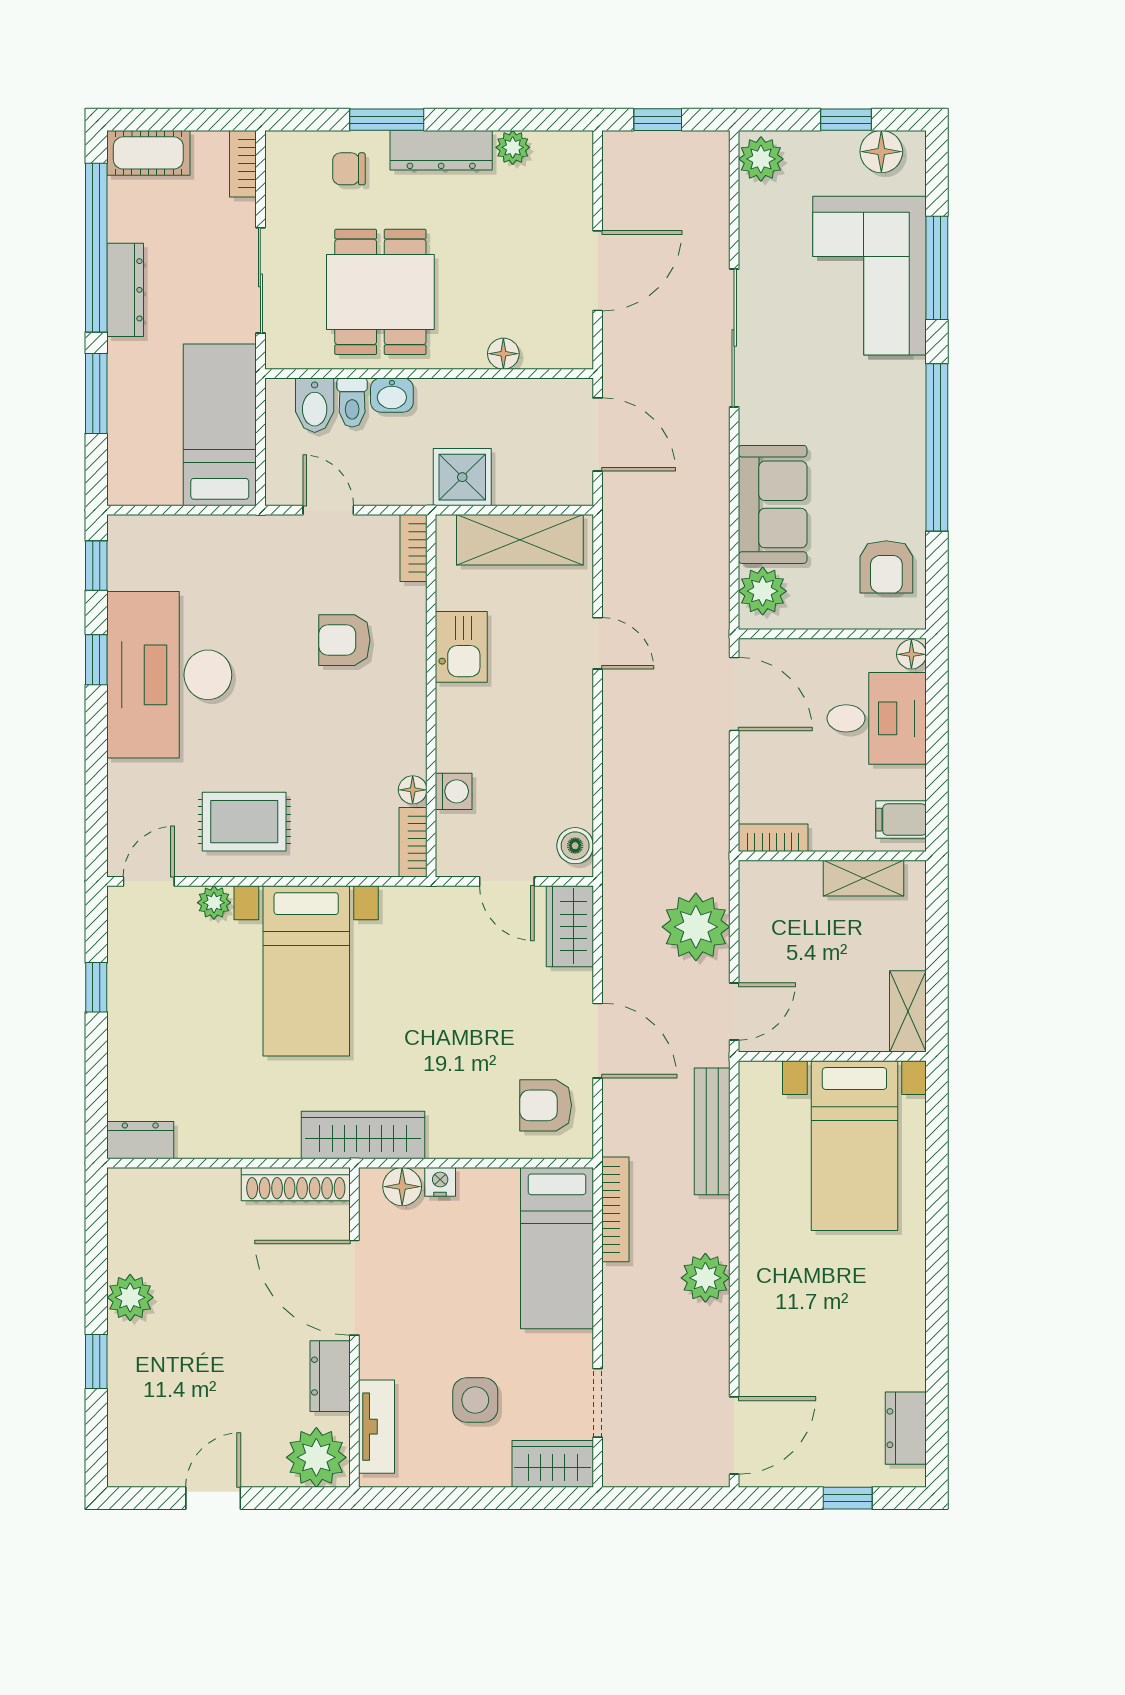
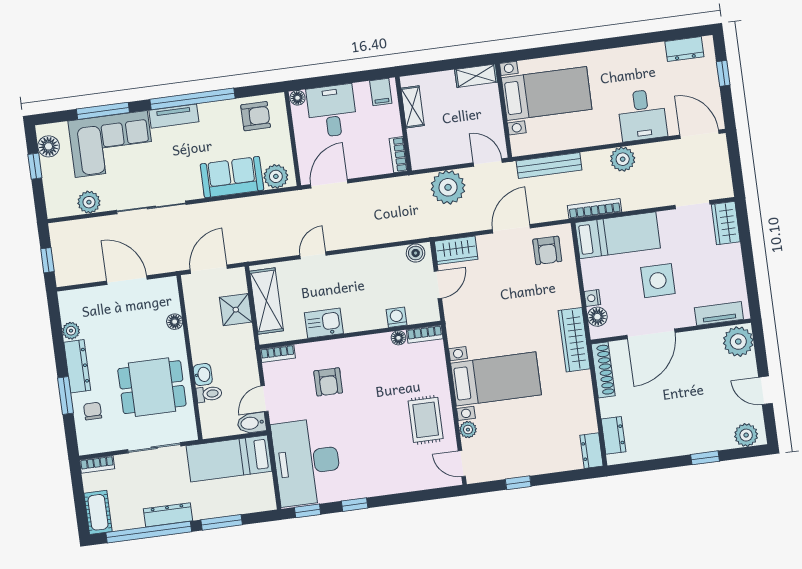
plant: (761, 159) -> (89, 202), moved
chair: (349, 169) -> (93, 411), turned 180
bidet: (315, 405) -> (252, 423), moved, turned 180
tv unit: (908, 406) -> (174, 116), added
shower: (462, 477) -> (236, 310), moved
desk: (169, 675) -> (307, 462), moved, turned 90
plant: (130, 1297) -> (746, 435), moved
desk: (787, 1328) -> (642, 115), added
dresser: (330, 1376) -> (614, 435), moved, turned -90
side table: (475, 1400) -> (658, 281), moved, width x1.37, depth x1.37

